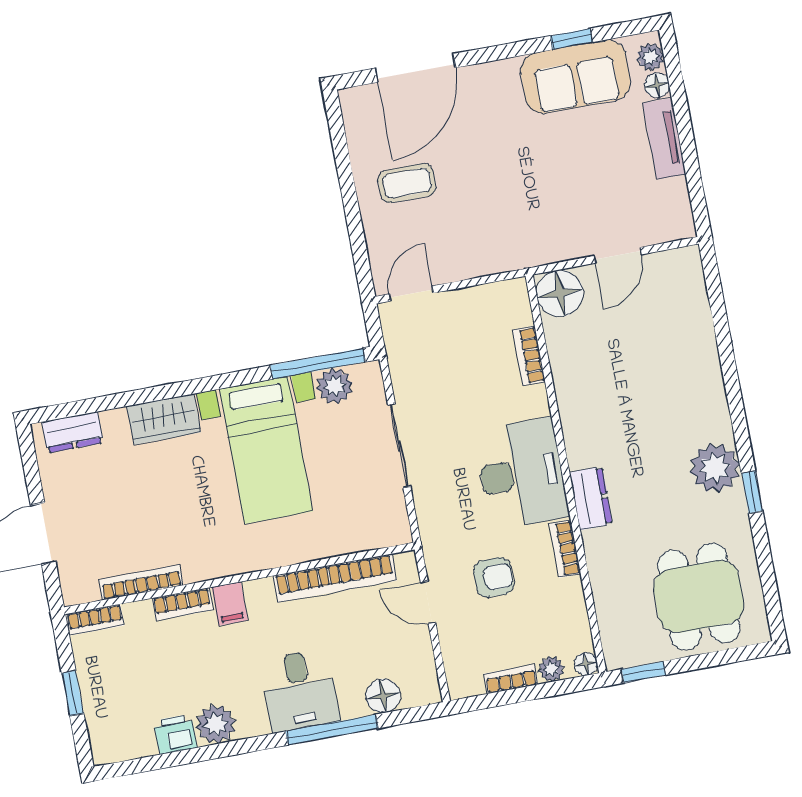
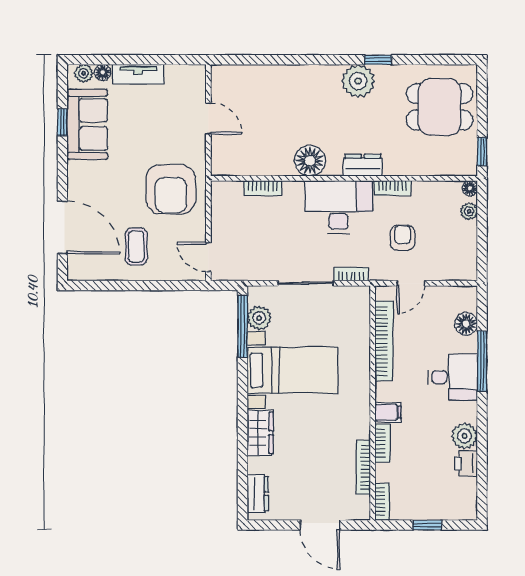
armchair: (502, 219) -> (171, 189), added
floor lamp: (560, 293) -> (310, 161), moved
bookcase: (511, 679) -> (351, 274), moved, turned 90

